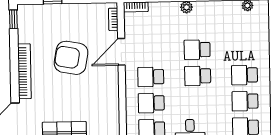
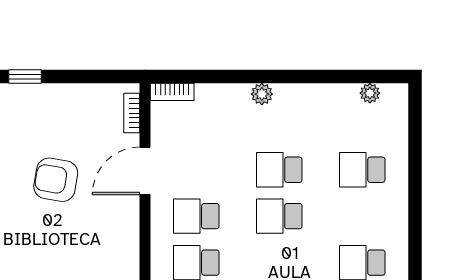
armchair: (71, 58) -> (56, 180), width x0.73, depth x0.73
school desk: (244, 75) -> (362, 170), moved

